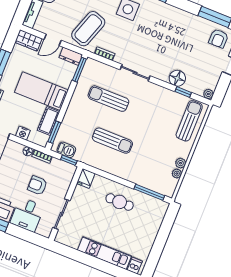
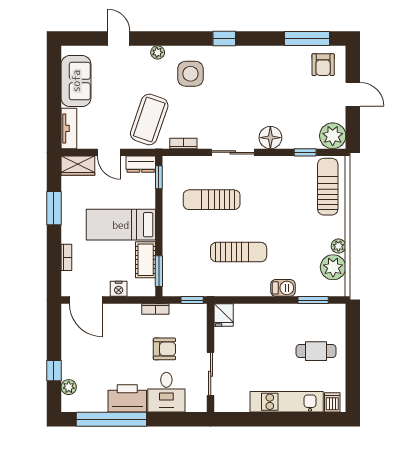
door: (53, 40) -> (109, 152), hinge flipped
window: (79, 70) -> (159, 177), width x0.67
floor lamp: (177, 78) -> (270, 138), moved
plant: (208, 94) -> (333, 136), width x1.88, depth x1.88
barbecue: (66, 150) -> (283, 288), moved
floor lamp: (28, 151) -> (134, 310), removed
plant: (177, 174) -> (333, 267), width x1.88, depth x1.88
armchair: (37, 185) -> (164, 349), turned 180
window: (149, 192) -> (313, 300), width x0.69
cafe table: (120, 202) -> (316, 351), moved

